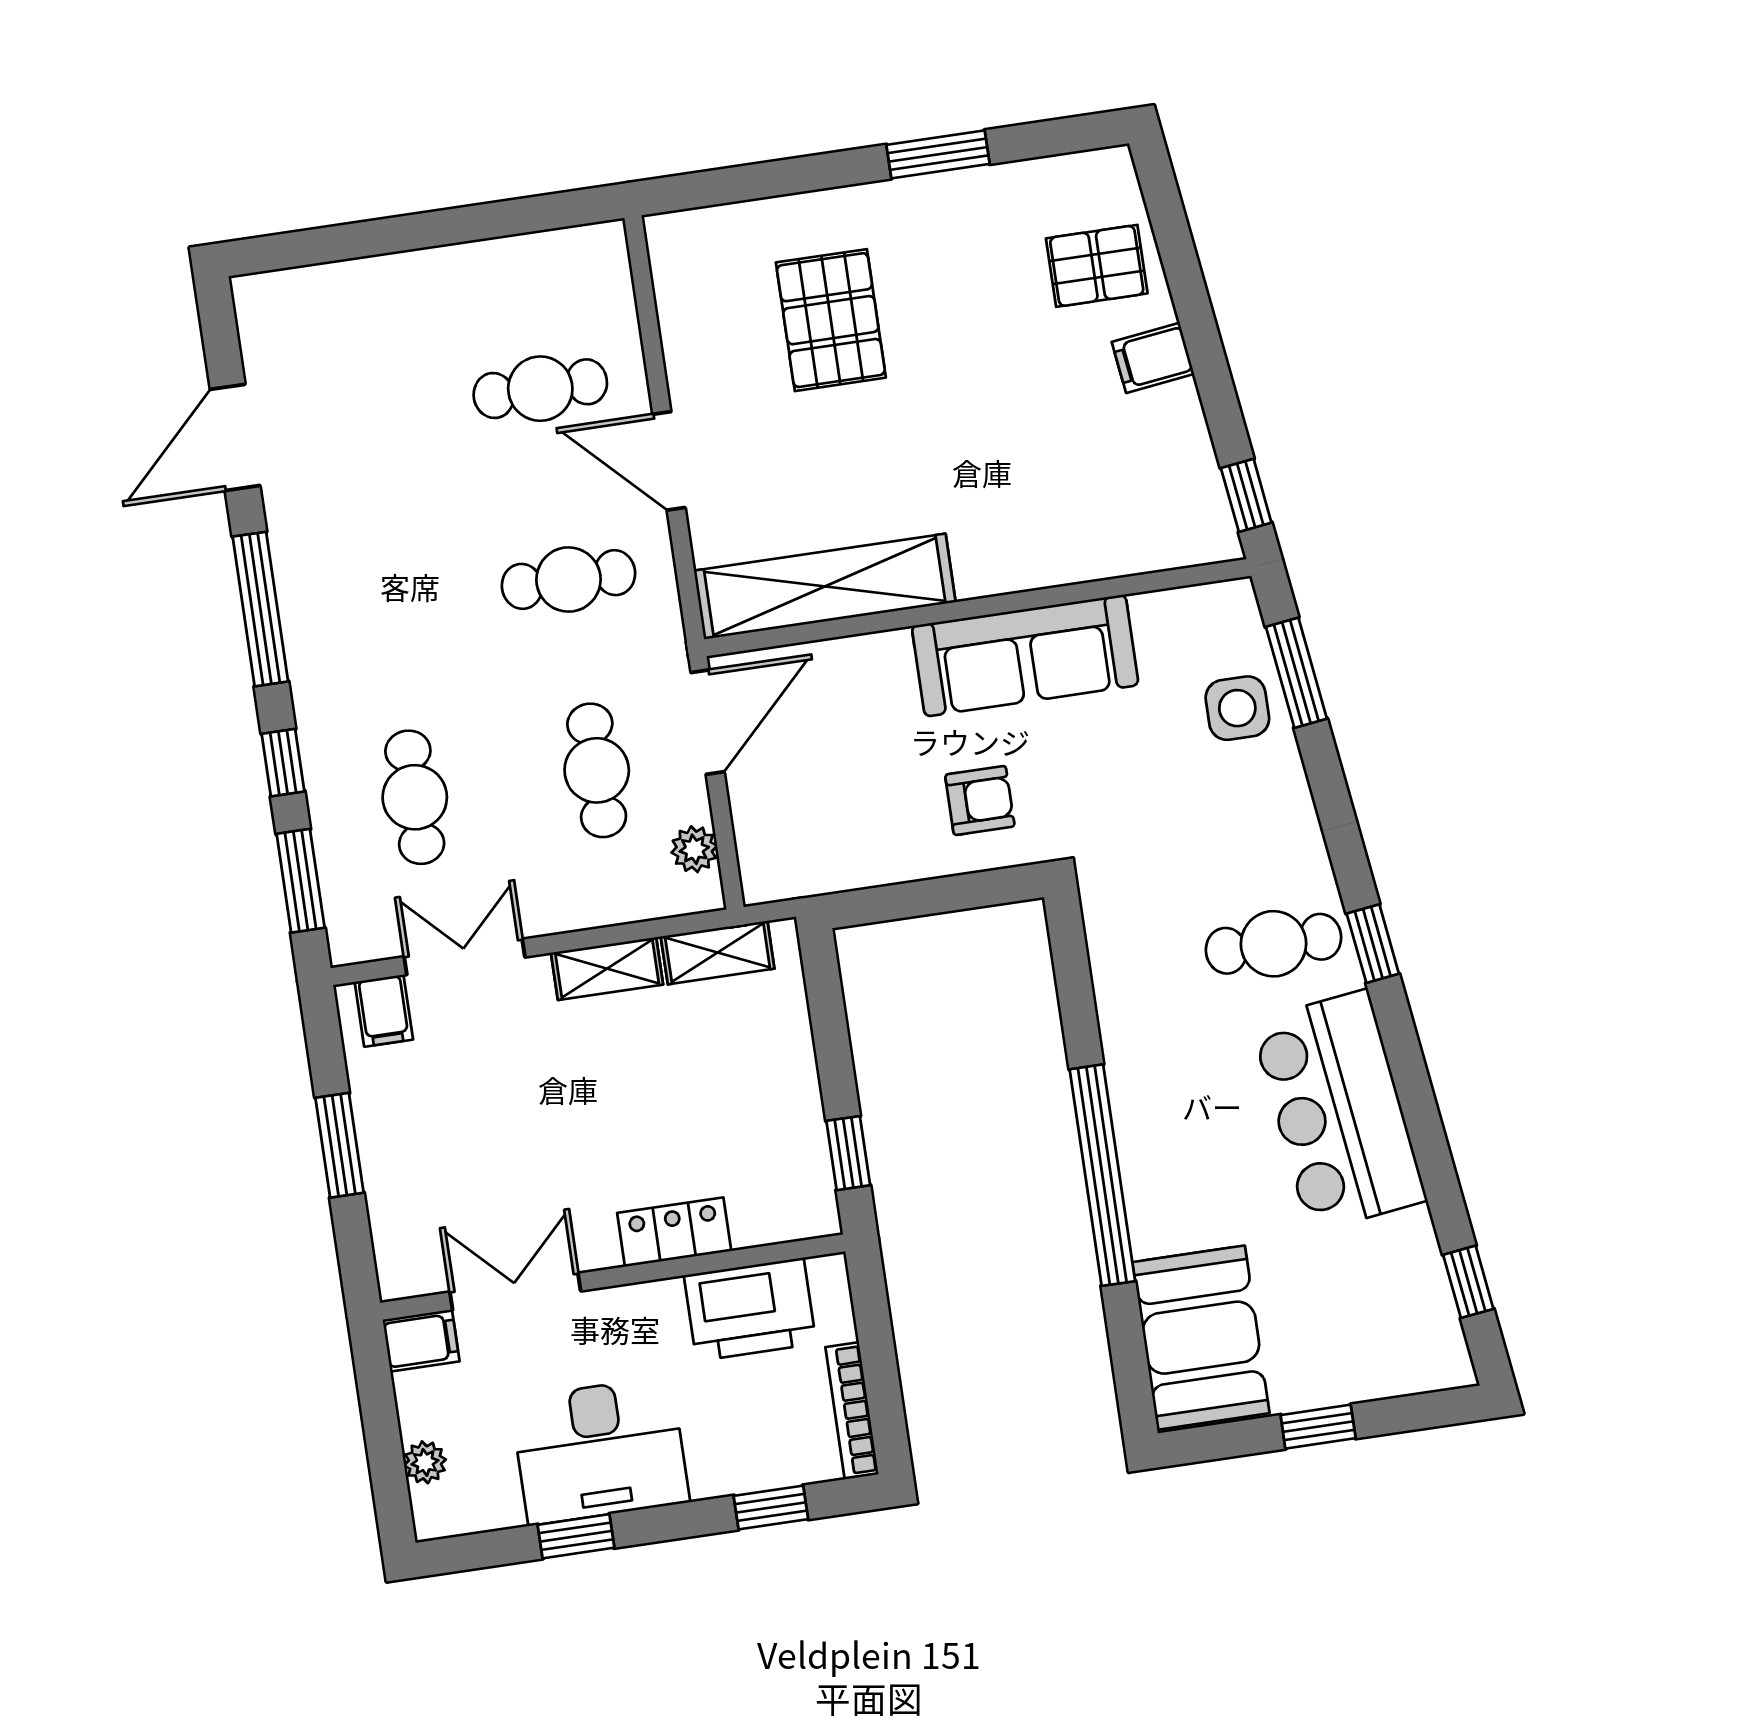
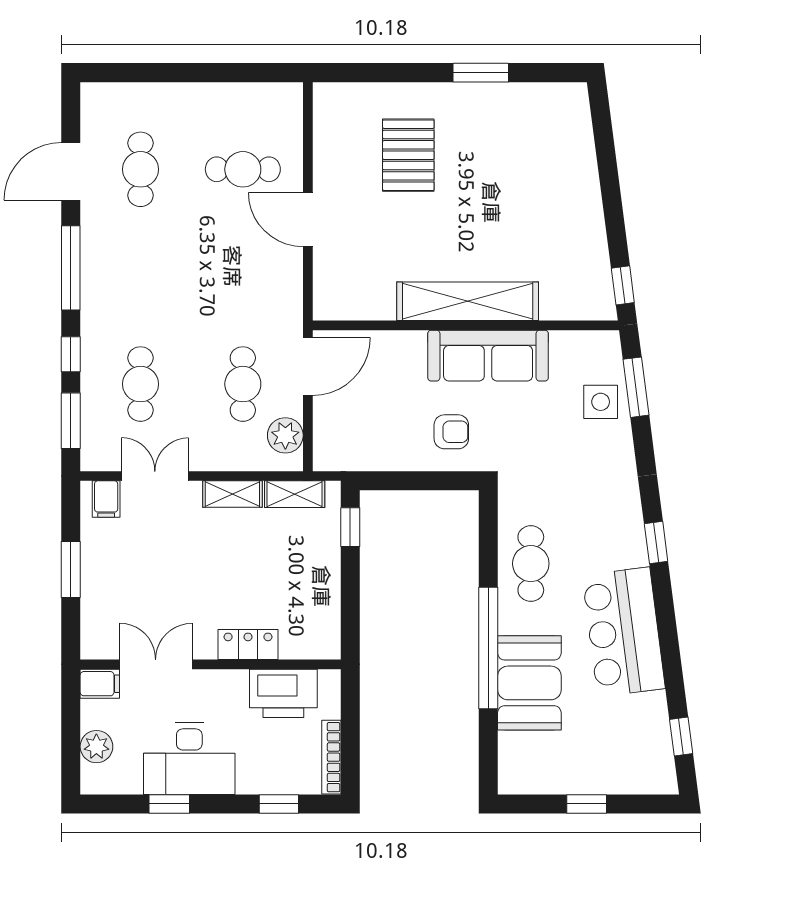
pallet: (1097, 266) -> (559, 147), removed
filing cabinet: (1153, 358) -> (583, 202), removed
cafe table: (569, 580) -> (141, 169), moved, turned 90
shelving: (825, 586) -> (468, 301), moved
plant: (694, 849) -> (285, 435), width x1.38, depth x1.38
cafe table: (1273, 944) -> (531, 564), moved, turned 90
window: (848, 1153) -> (350, 527), moved
booth: (1201, 1338) -> (529, 683), moved
plant: (425, 1462) -> (96, 747), width x1.38, depth x1.38

